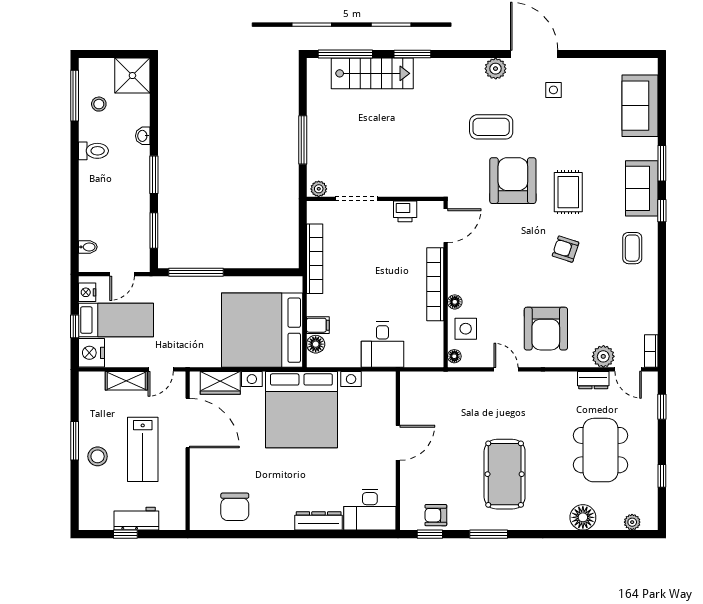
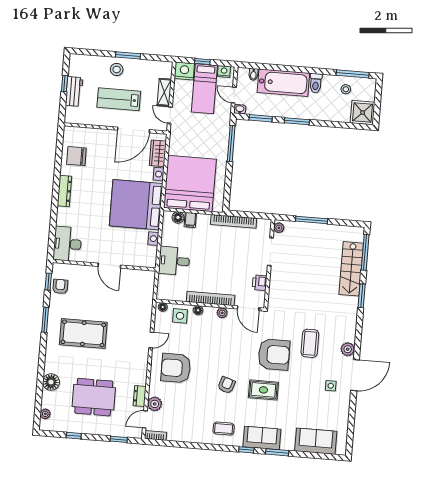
washbasin: (143, 136) -> (240, 109), moved
bathtub: (97, 200) -> (283, 83), added
plant: (456, 265) -> (222, 313), added
dresser: (319, 521) -> (64, 191), moved

